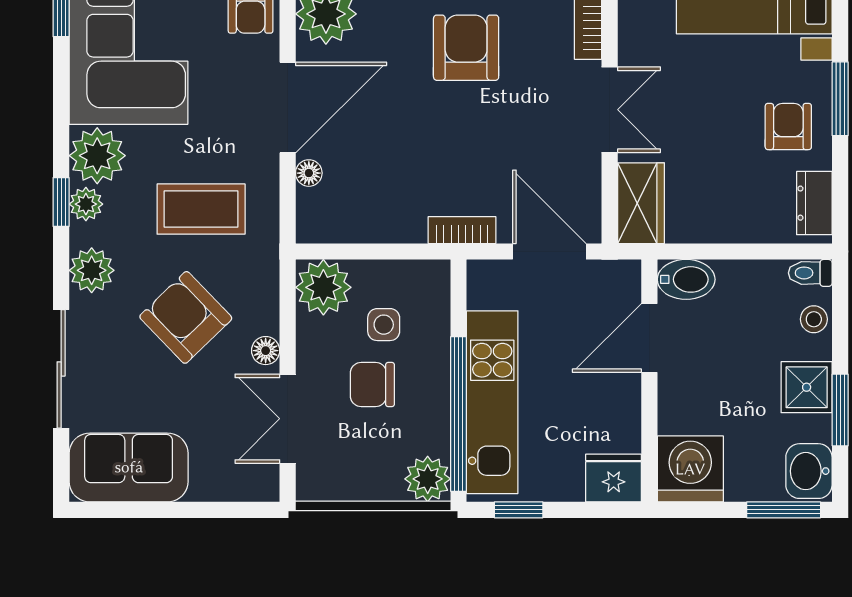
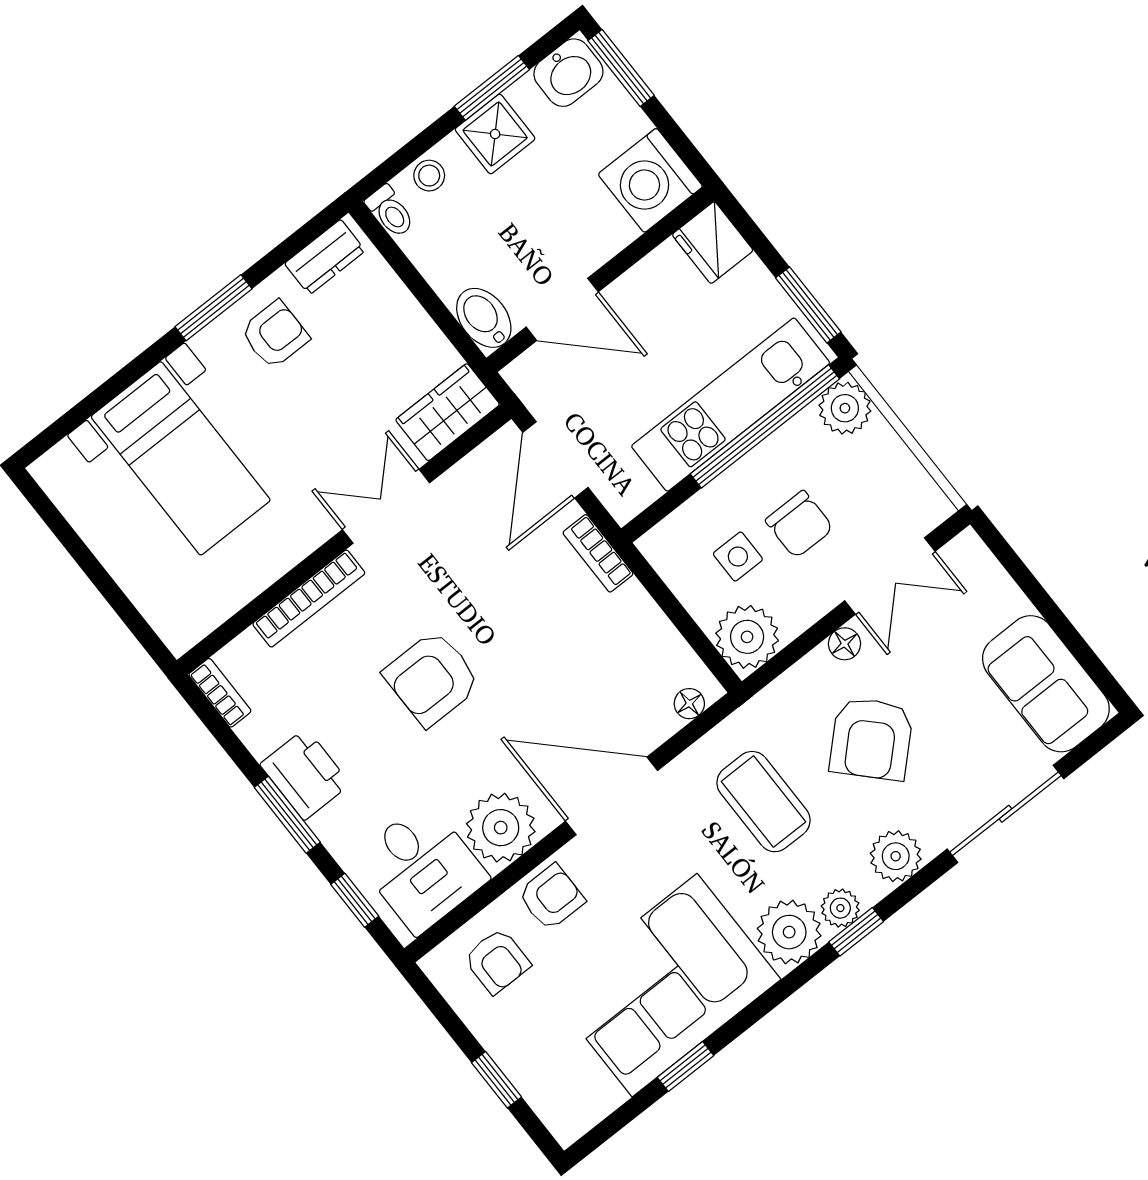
armchair: (788, 126) -> (275, 335), turned 180
floor lamp: (309, 173) -> (689, 704), moved
window: (519, 510) -> (808, 305), width x1.50

